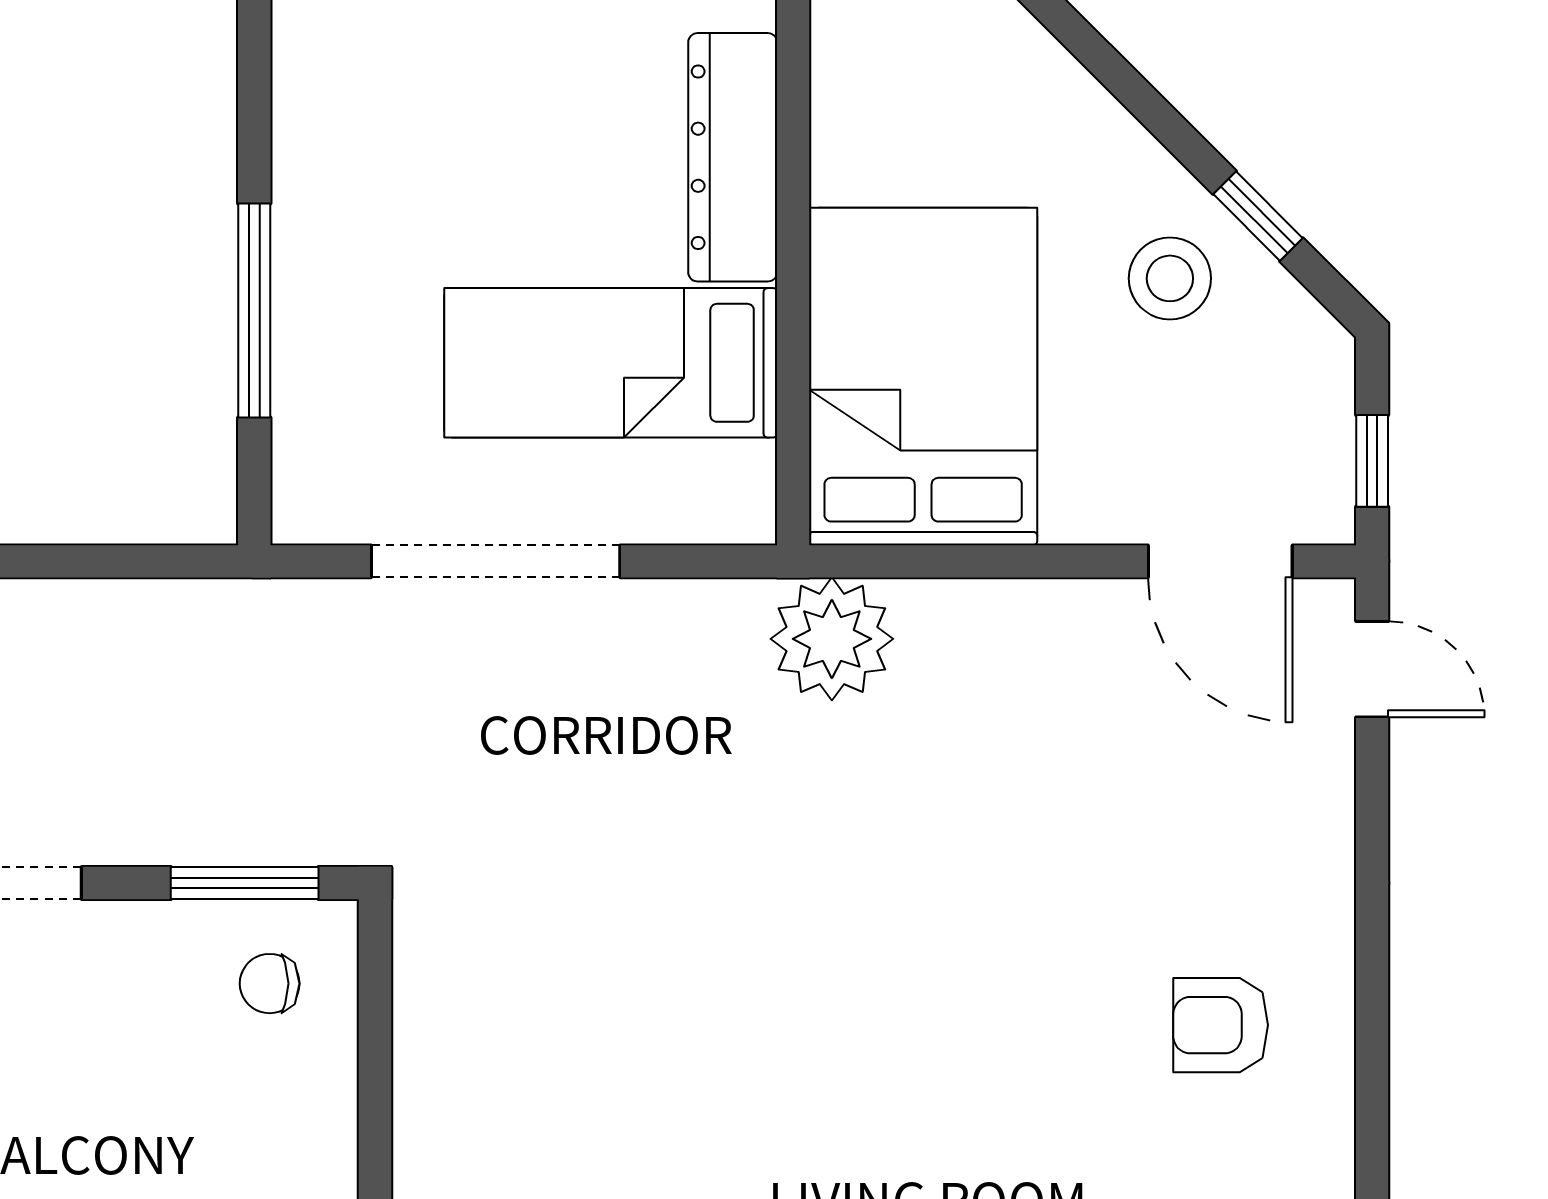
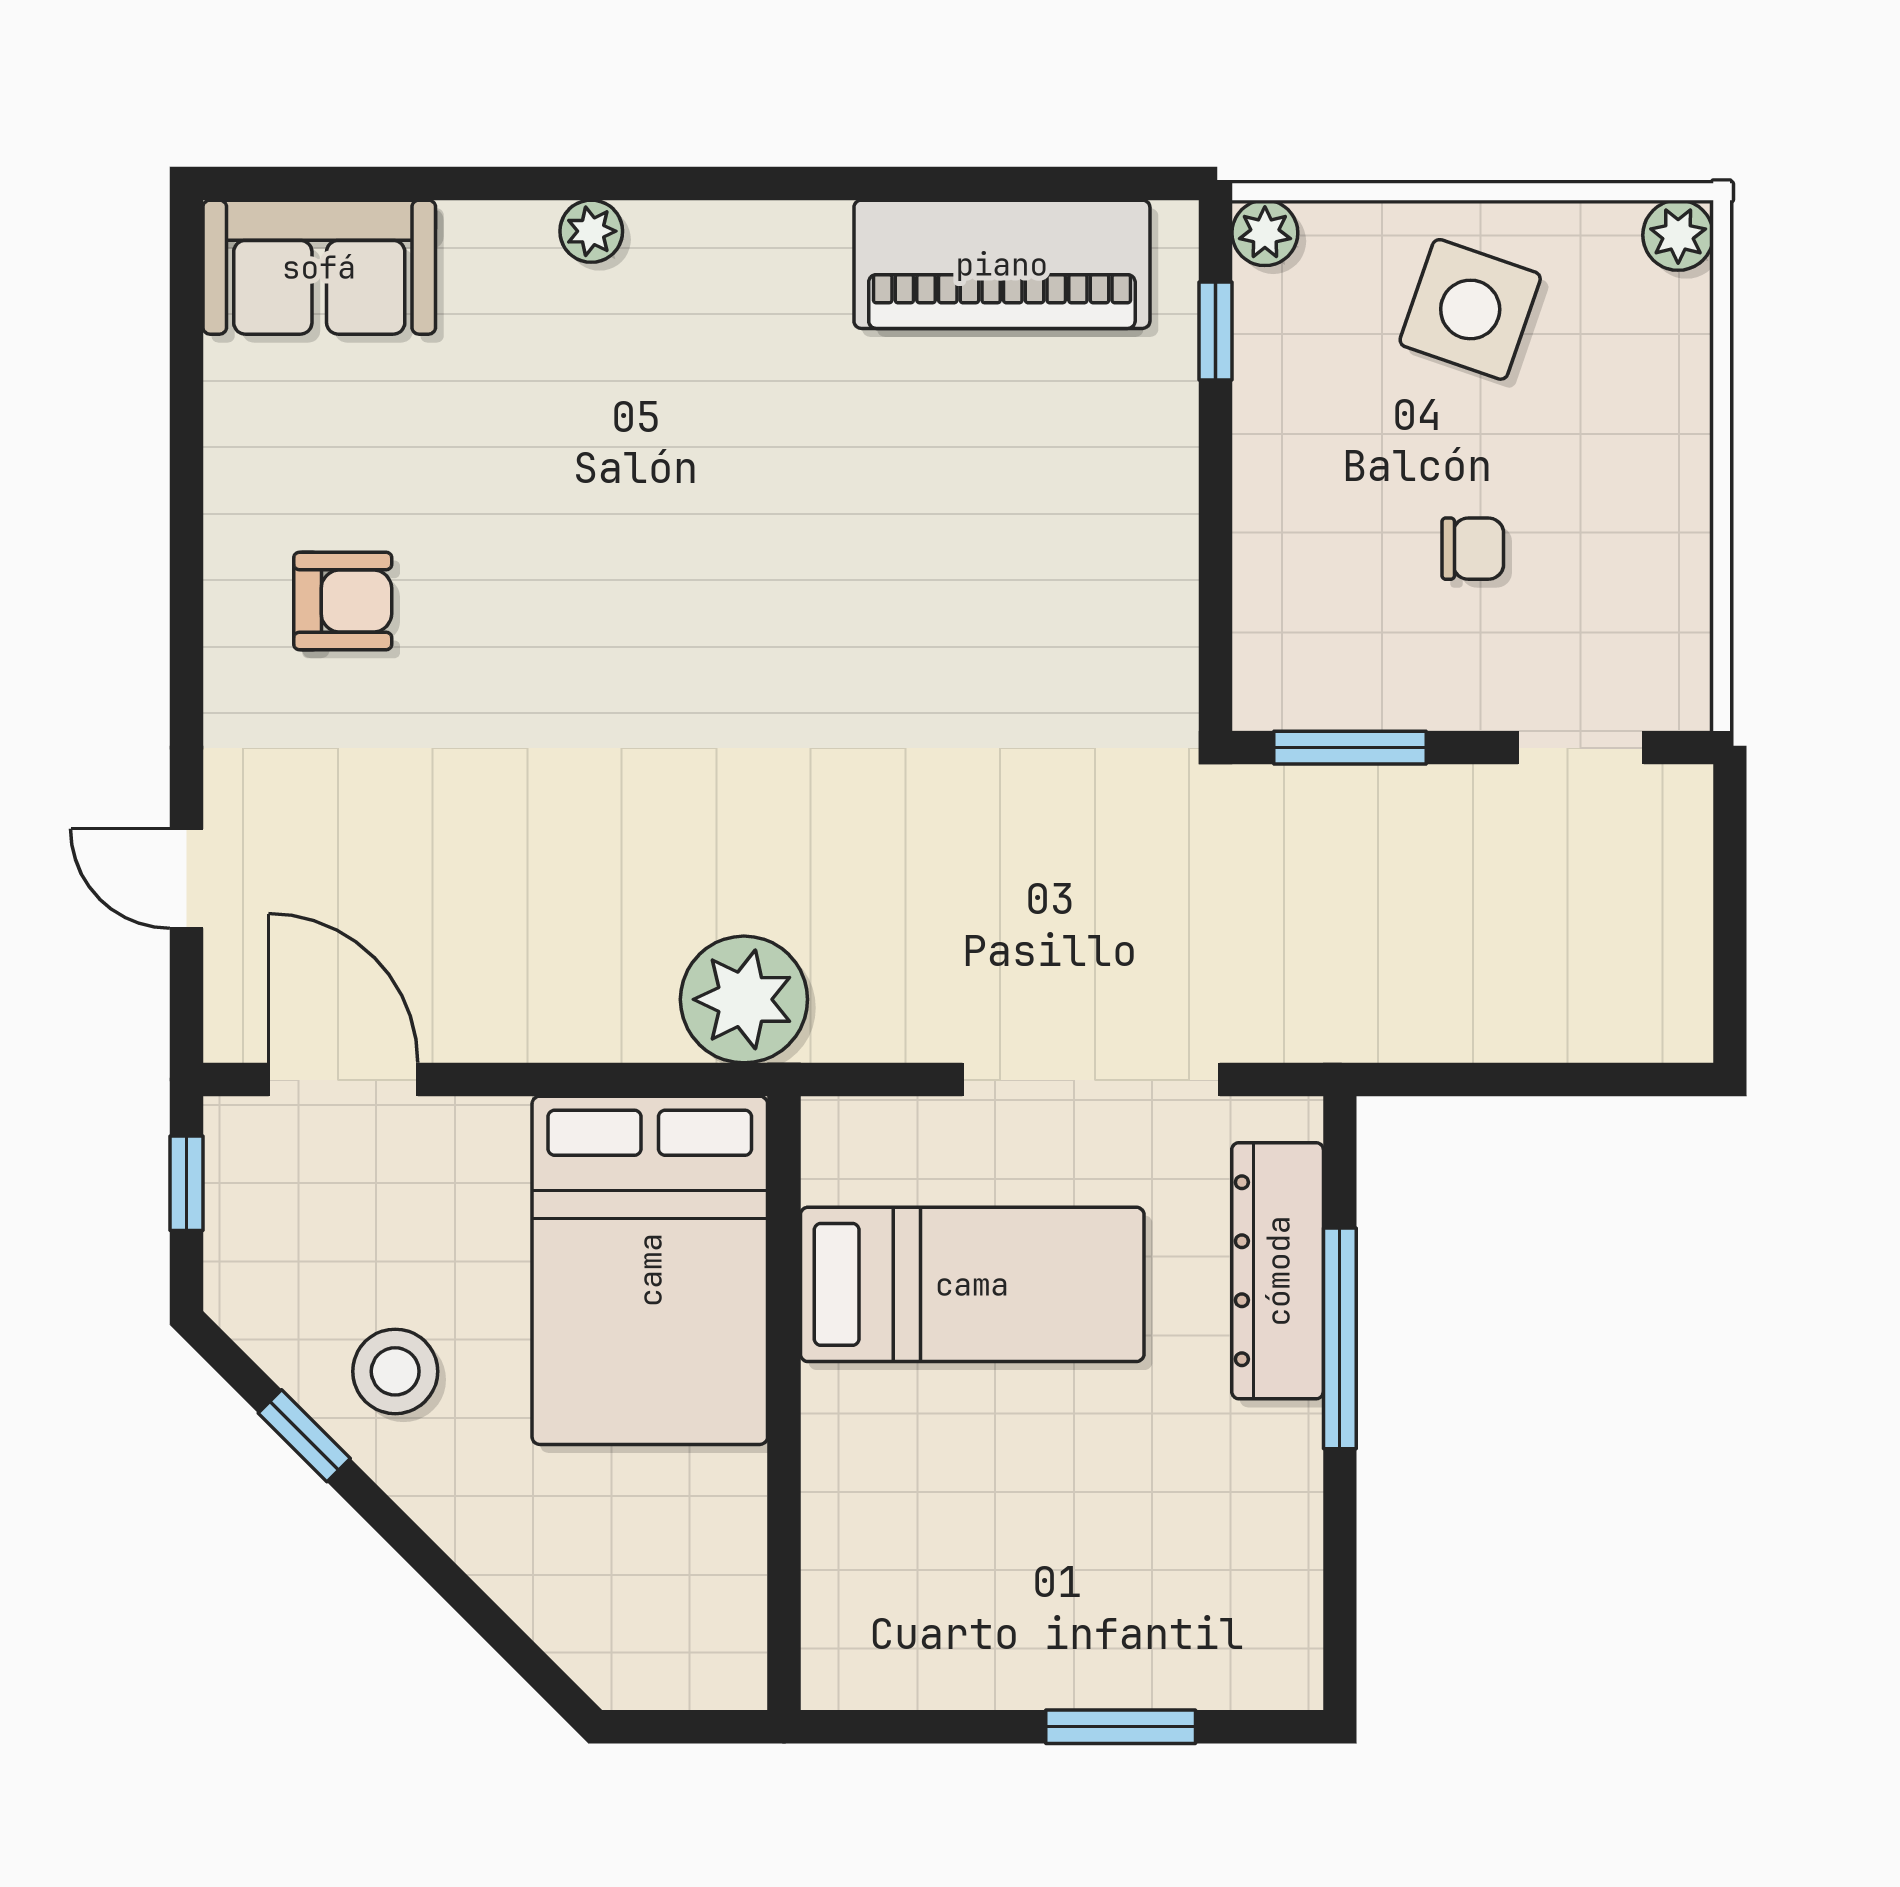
dresser: (733, 157) -> (1278, 1271), moved, turned 180
door: (1372, 669) -> (187, 879), moved
chair: (270, 984) -> (1473, 549), moved

